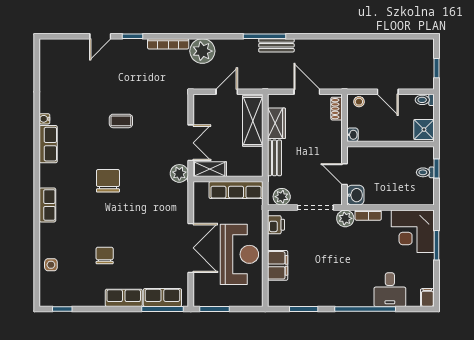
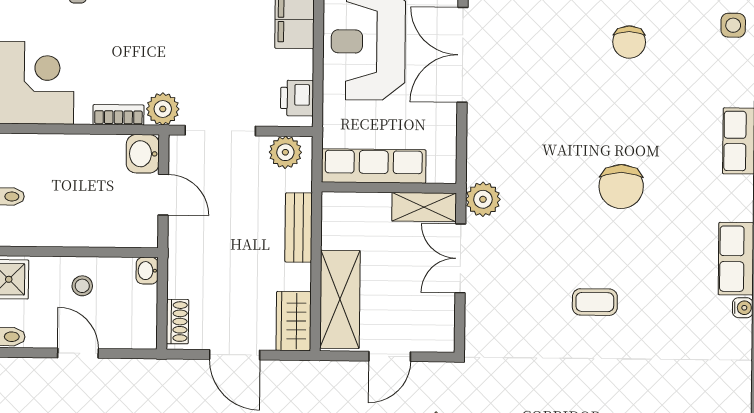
stool: (359, 102) -> (82, 286), moved
wardrobe: (277, 123) -> (294, 321), moved

